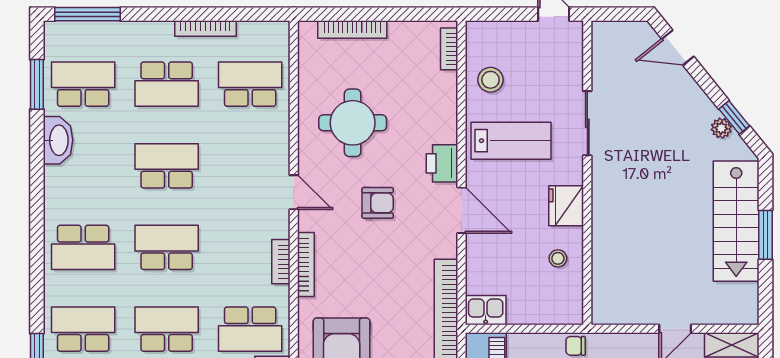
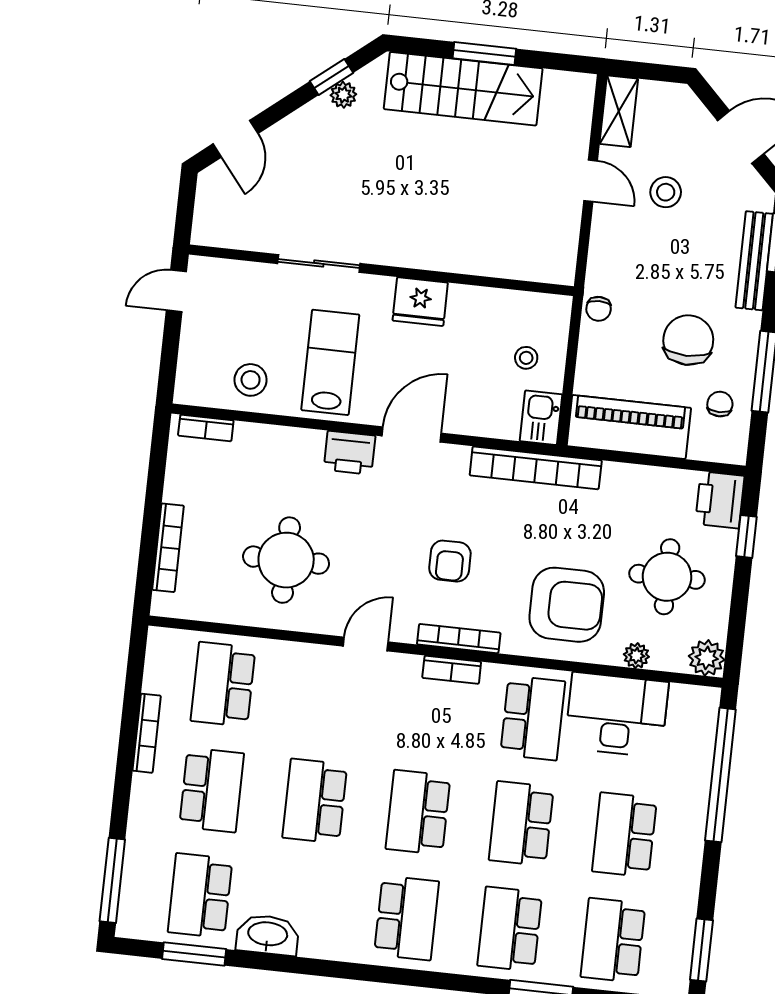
armchair: (378, 203) -> (450, 561), moved, turned 180
stool: (558, 258) -> (526, 358), moved

